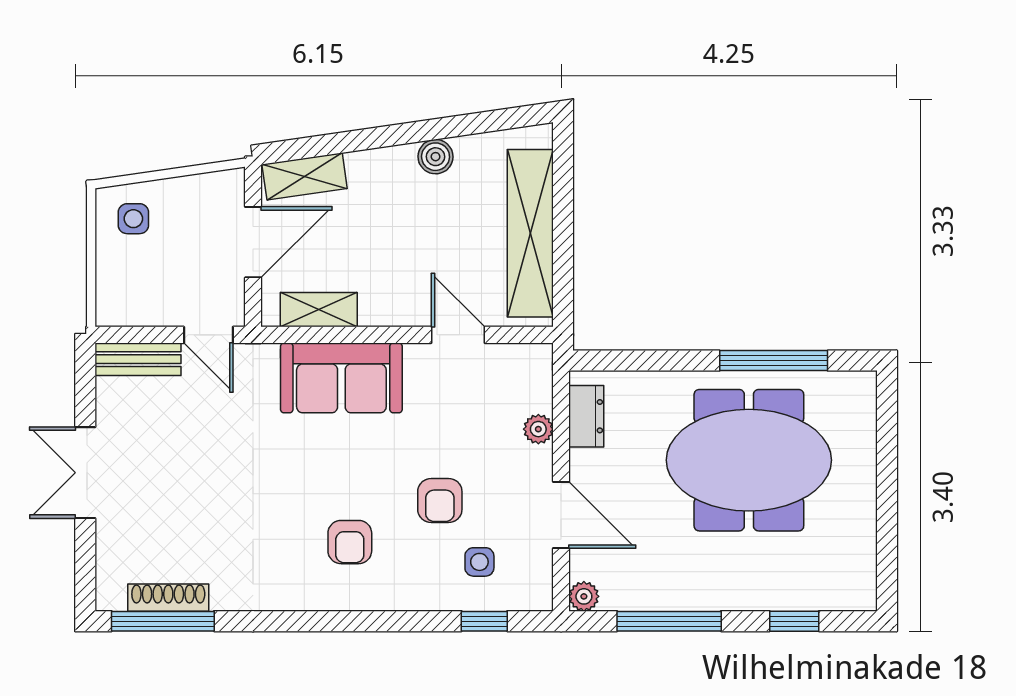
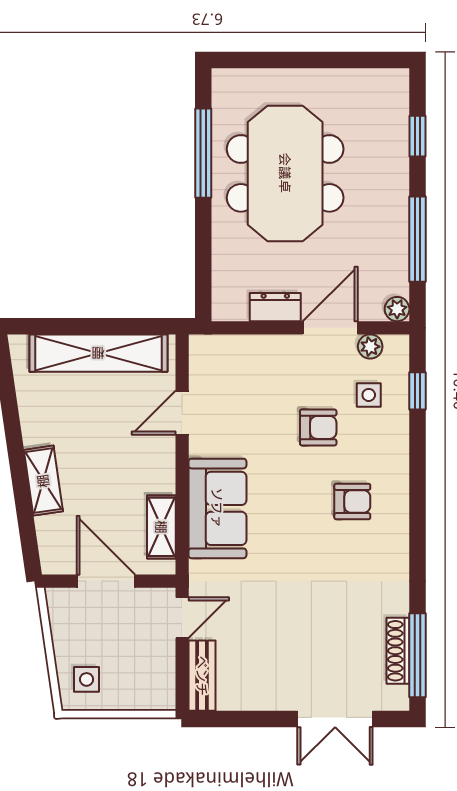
boiler: (436, 157) -> (36, 431), removed
shelving: (305, 176) -> (43, 481), moved
dresser: (586, 416) -> (275, 307), moved
plant: (538, 429) -> (370, 347), moved
double door: (85, 473) -> (335, 719), moved

